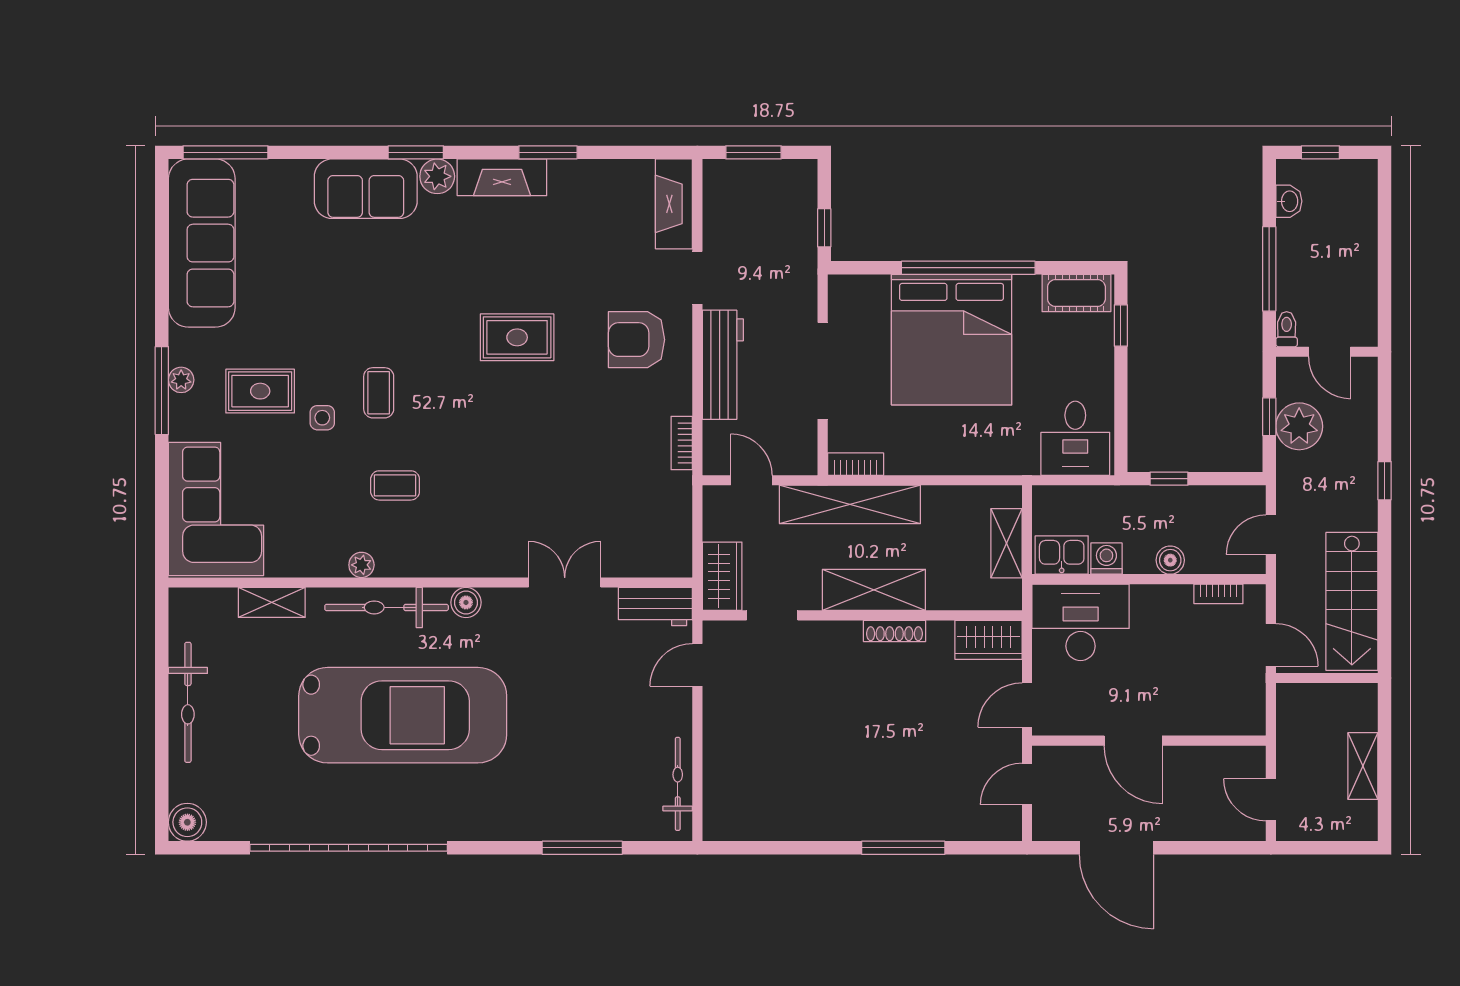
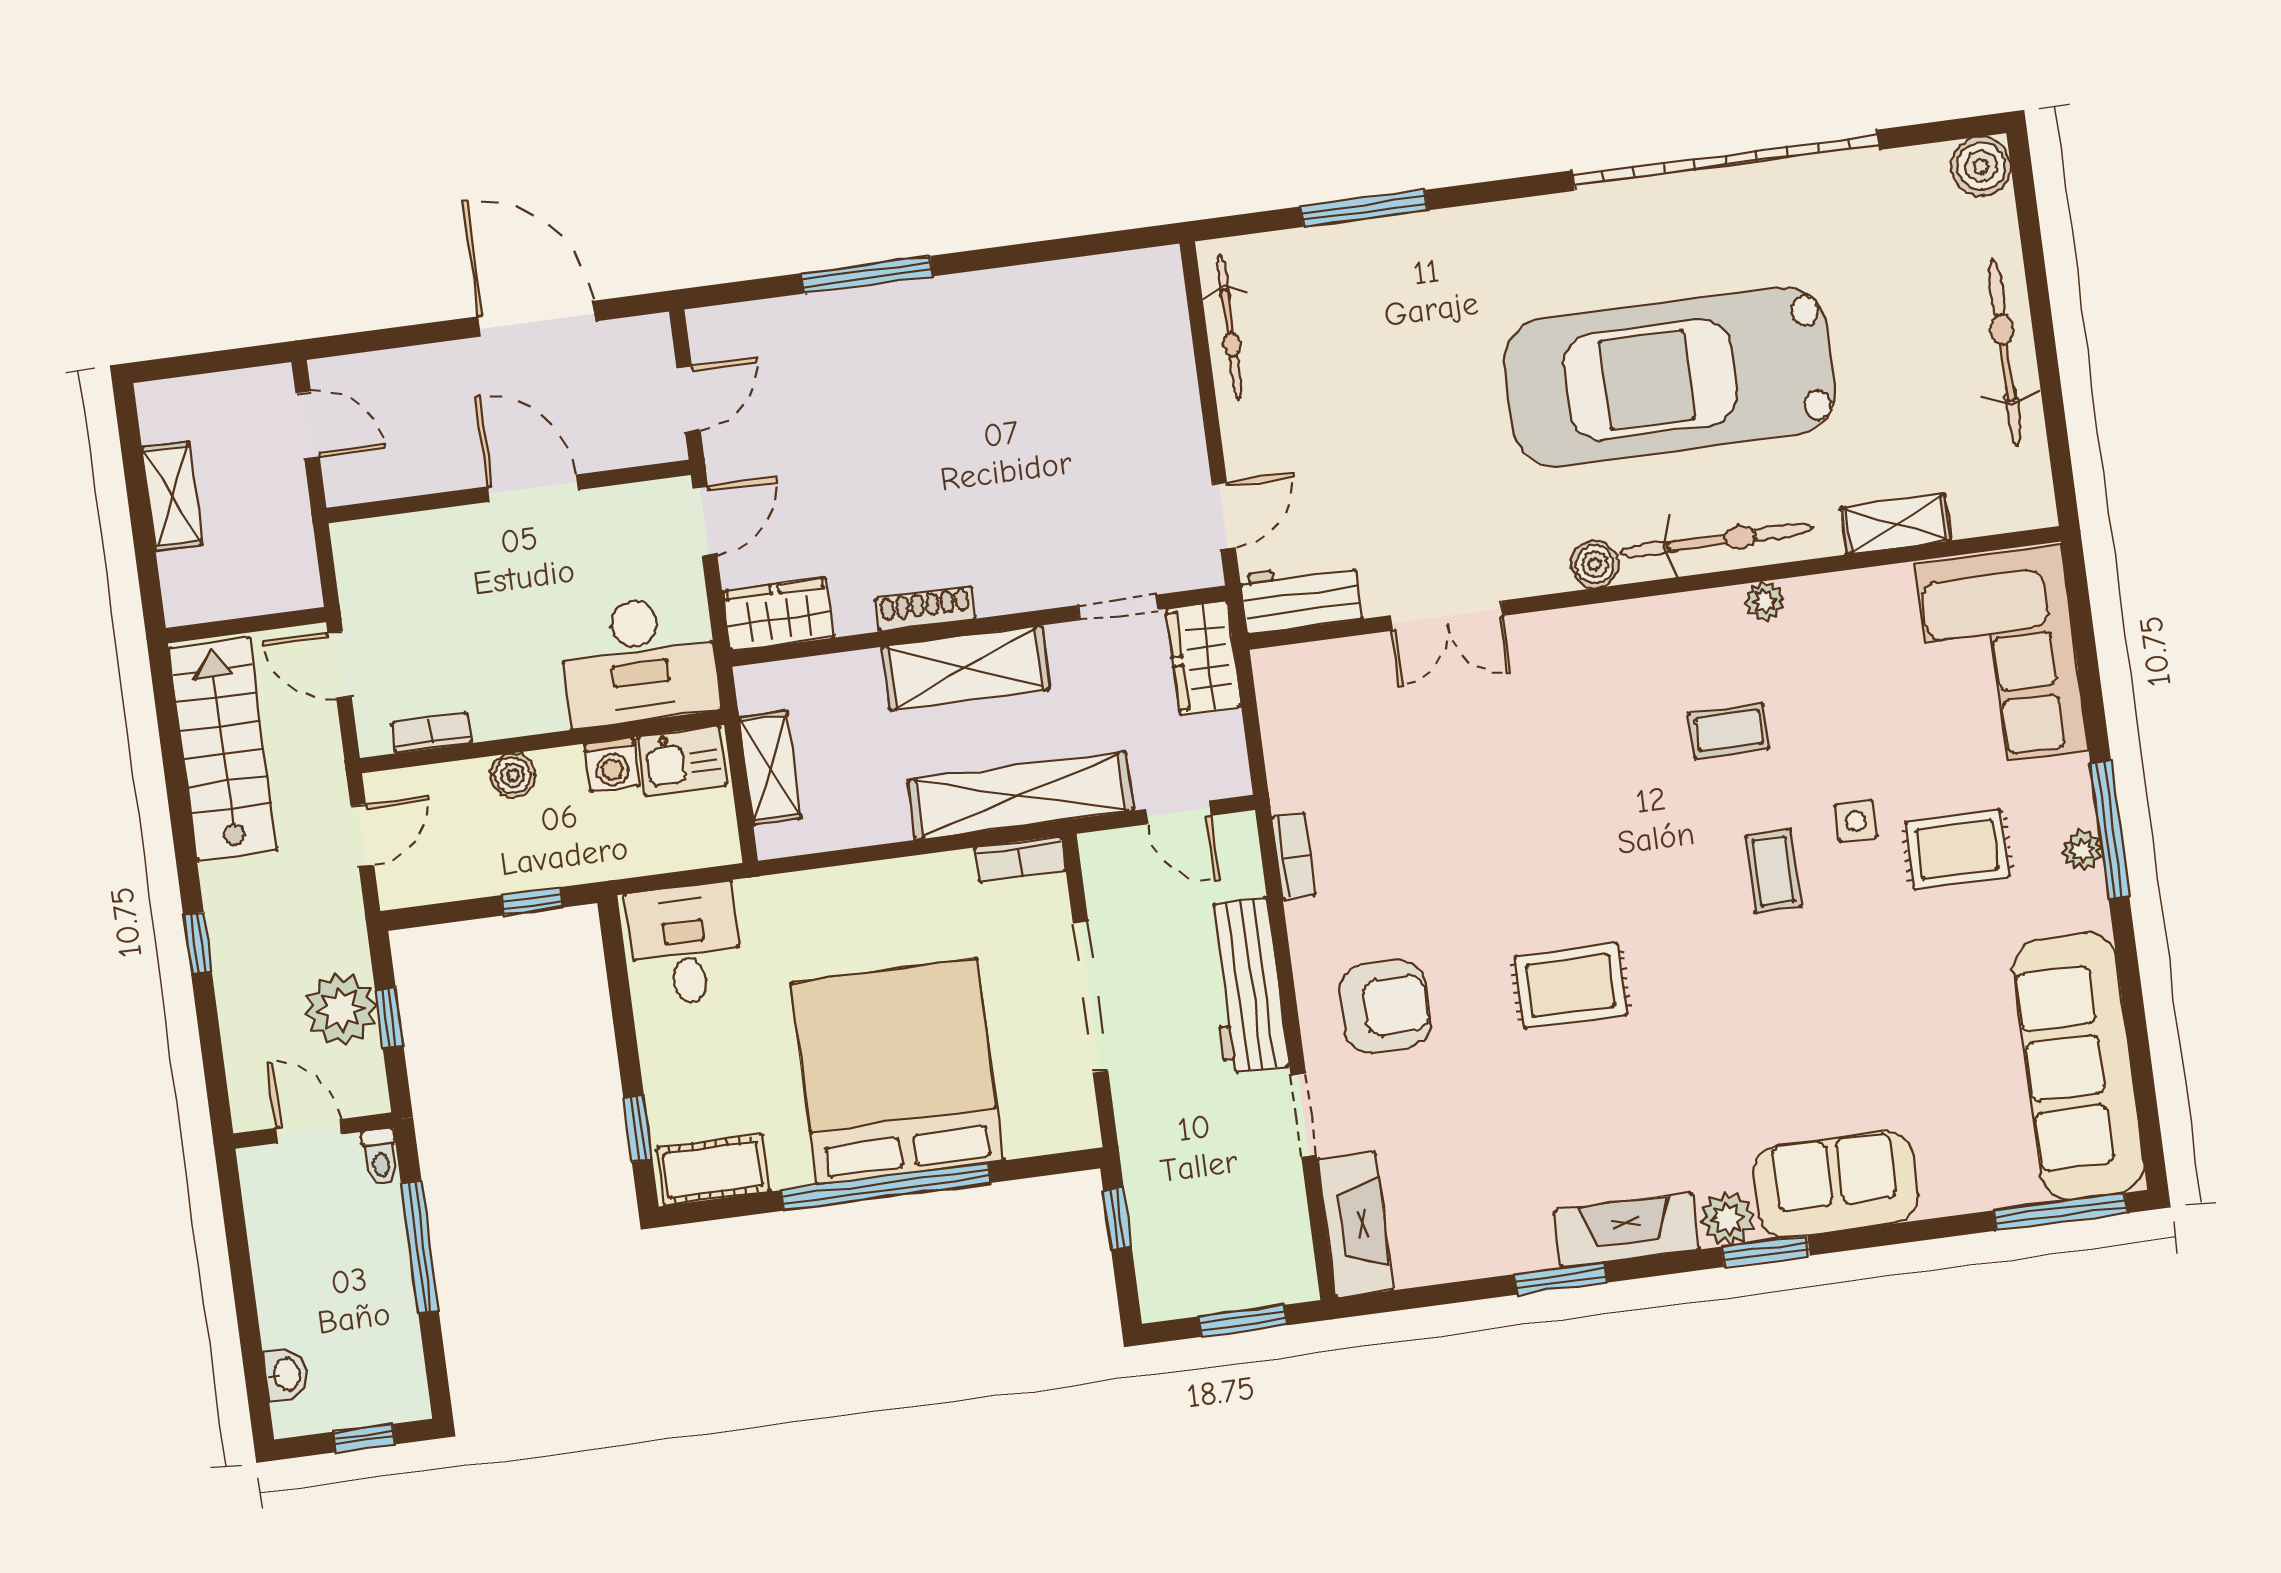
washbasin: (1289, 201) -> (286, 1374), moved, turned 180

